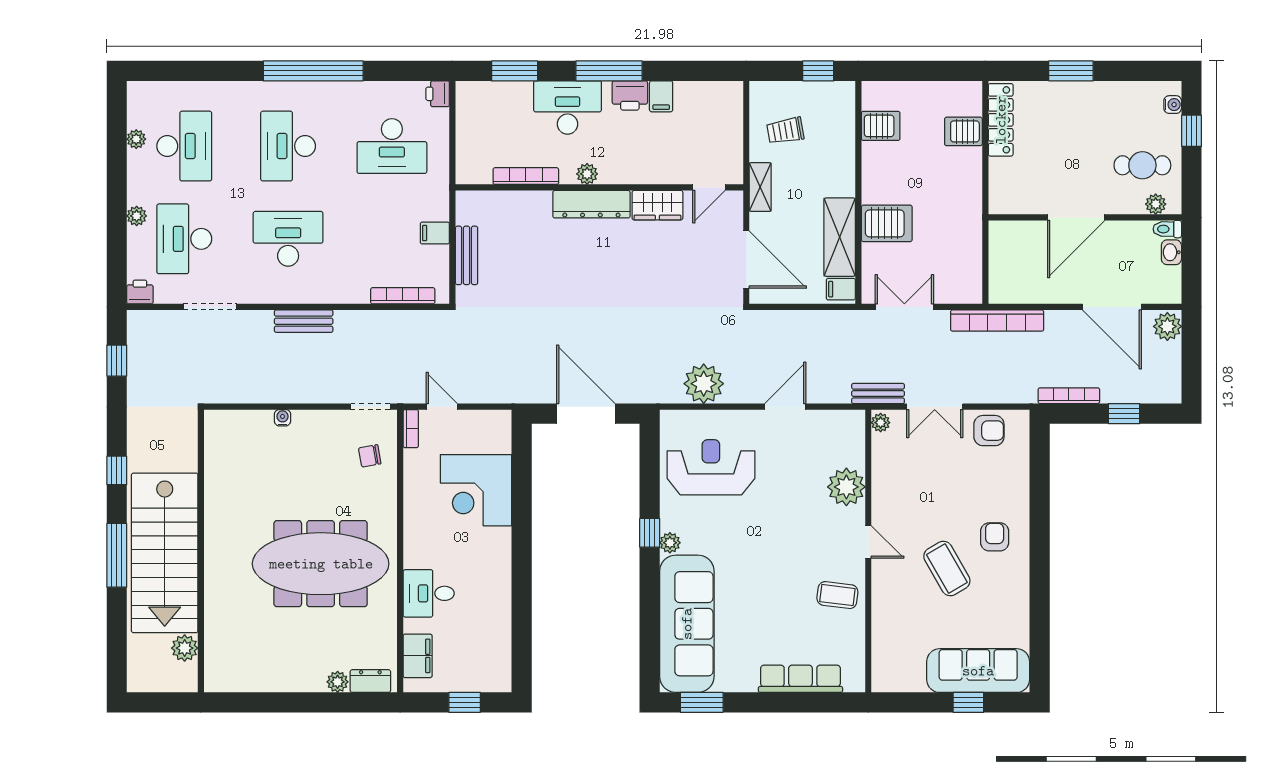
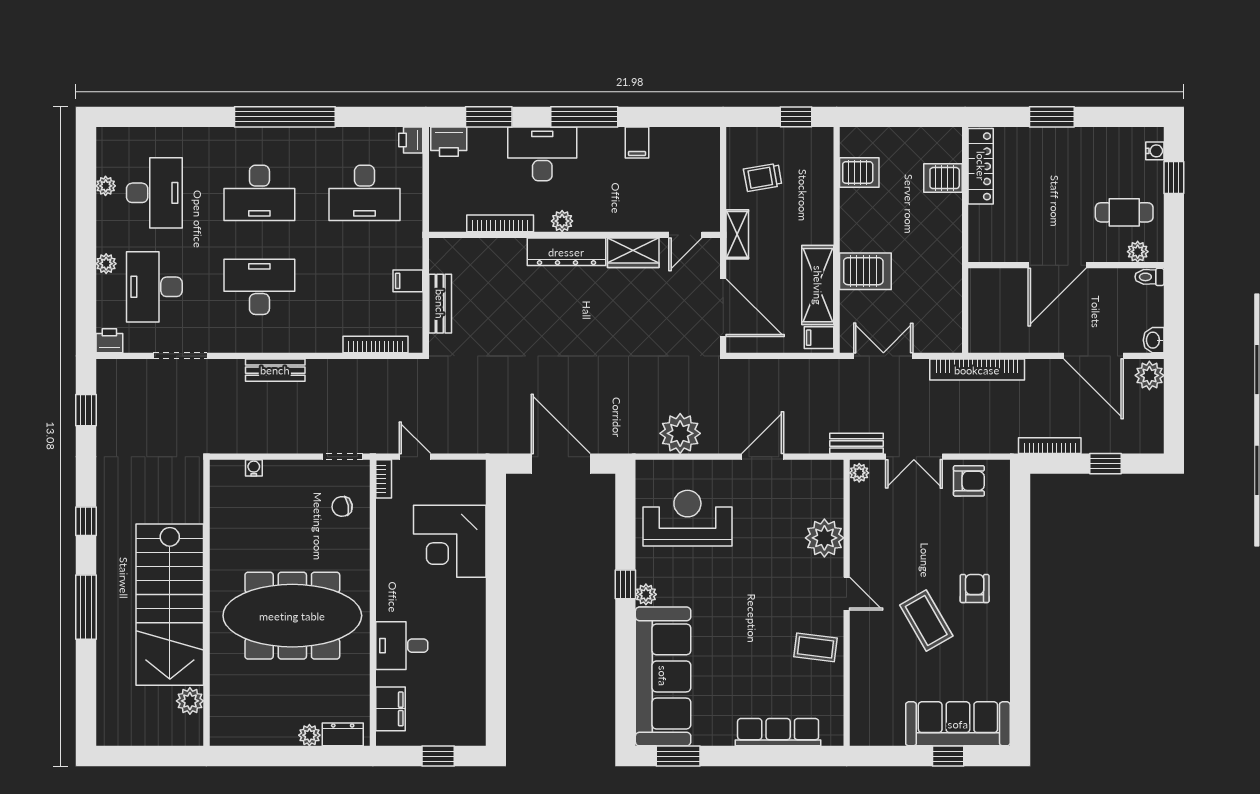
printer: (630, 95) -> (449, 142), moved
desk: (288, 146) -> (259, 193), turned -90
washbasin: (1171, 252) -> (1154, 340), moved
wall: (201, 551) -> (206, 603), moved
stairs: (165, 553) -> (170, 605), moved
plant: (185, 648) -> (190, 701), moved

